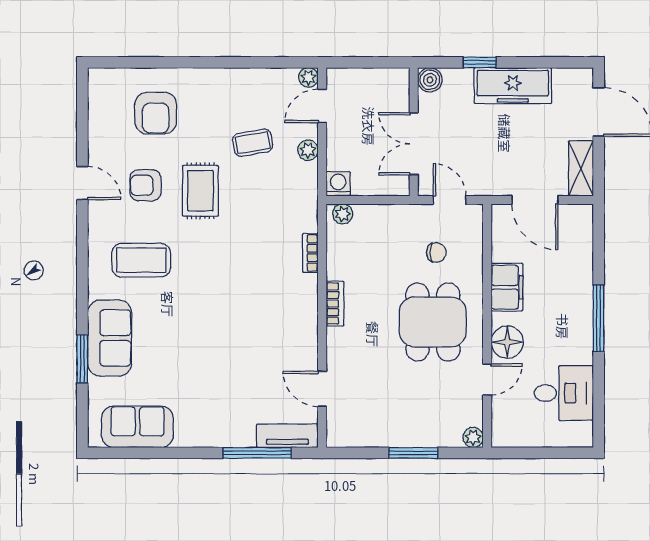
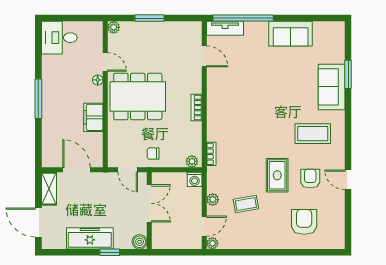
armchair: (145, 185) -> (310, 179), turned -90
bookcase: (310, 253) -> (211, 154), moved
chair: (436, 253) -> (153, 154), moved
dining table: (433, 322) -> (138, 97), width x1.38
floor lamp: (507, 342) -> (98, 80), width x0.53, depth x0.53
door: (487, 380) -> (105, 62), swing flipped
desk: (564, 393) -> (59, 38), moved
sofa: (137, 427) -> (291, 34), moved
window: (257, 453) -> (243, 18), width x1.46

